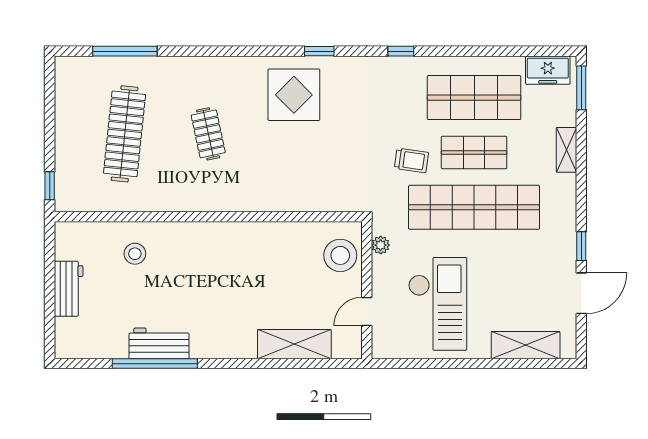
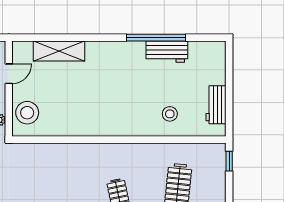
workbench: (69, 289) -> (216, 105), moved
workbench: (159, 343) -> (167, 52), moved

